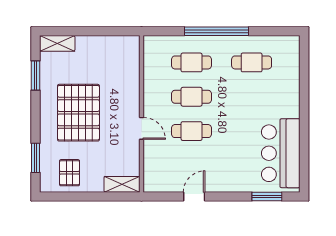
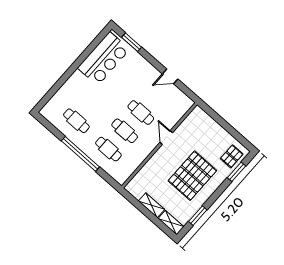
pallet: (70, 173) -> (232, 156), moved
shelving: (122, 184) -> (152, 205), moved

